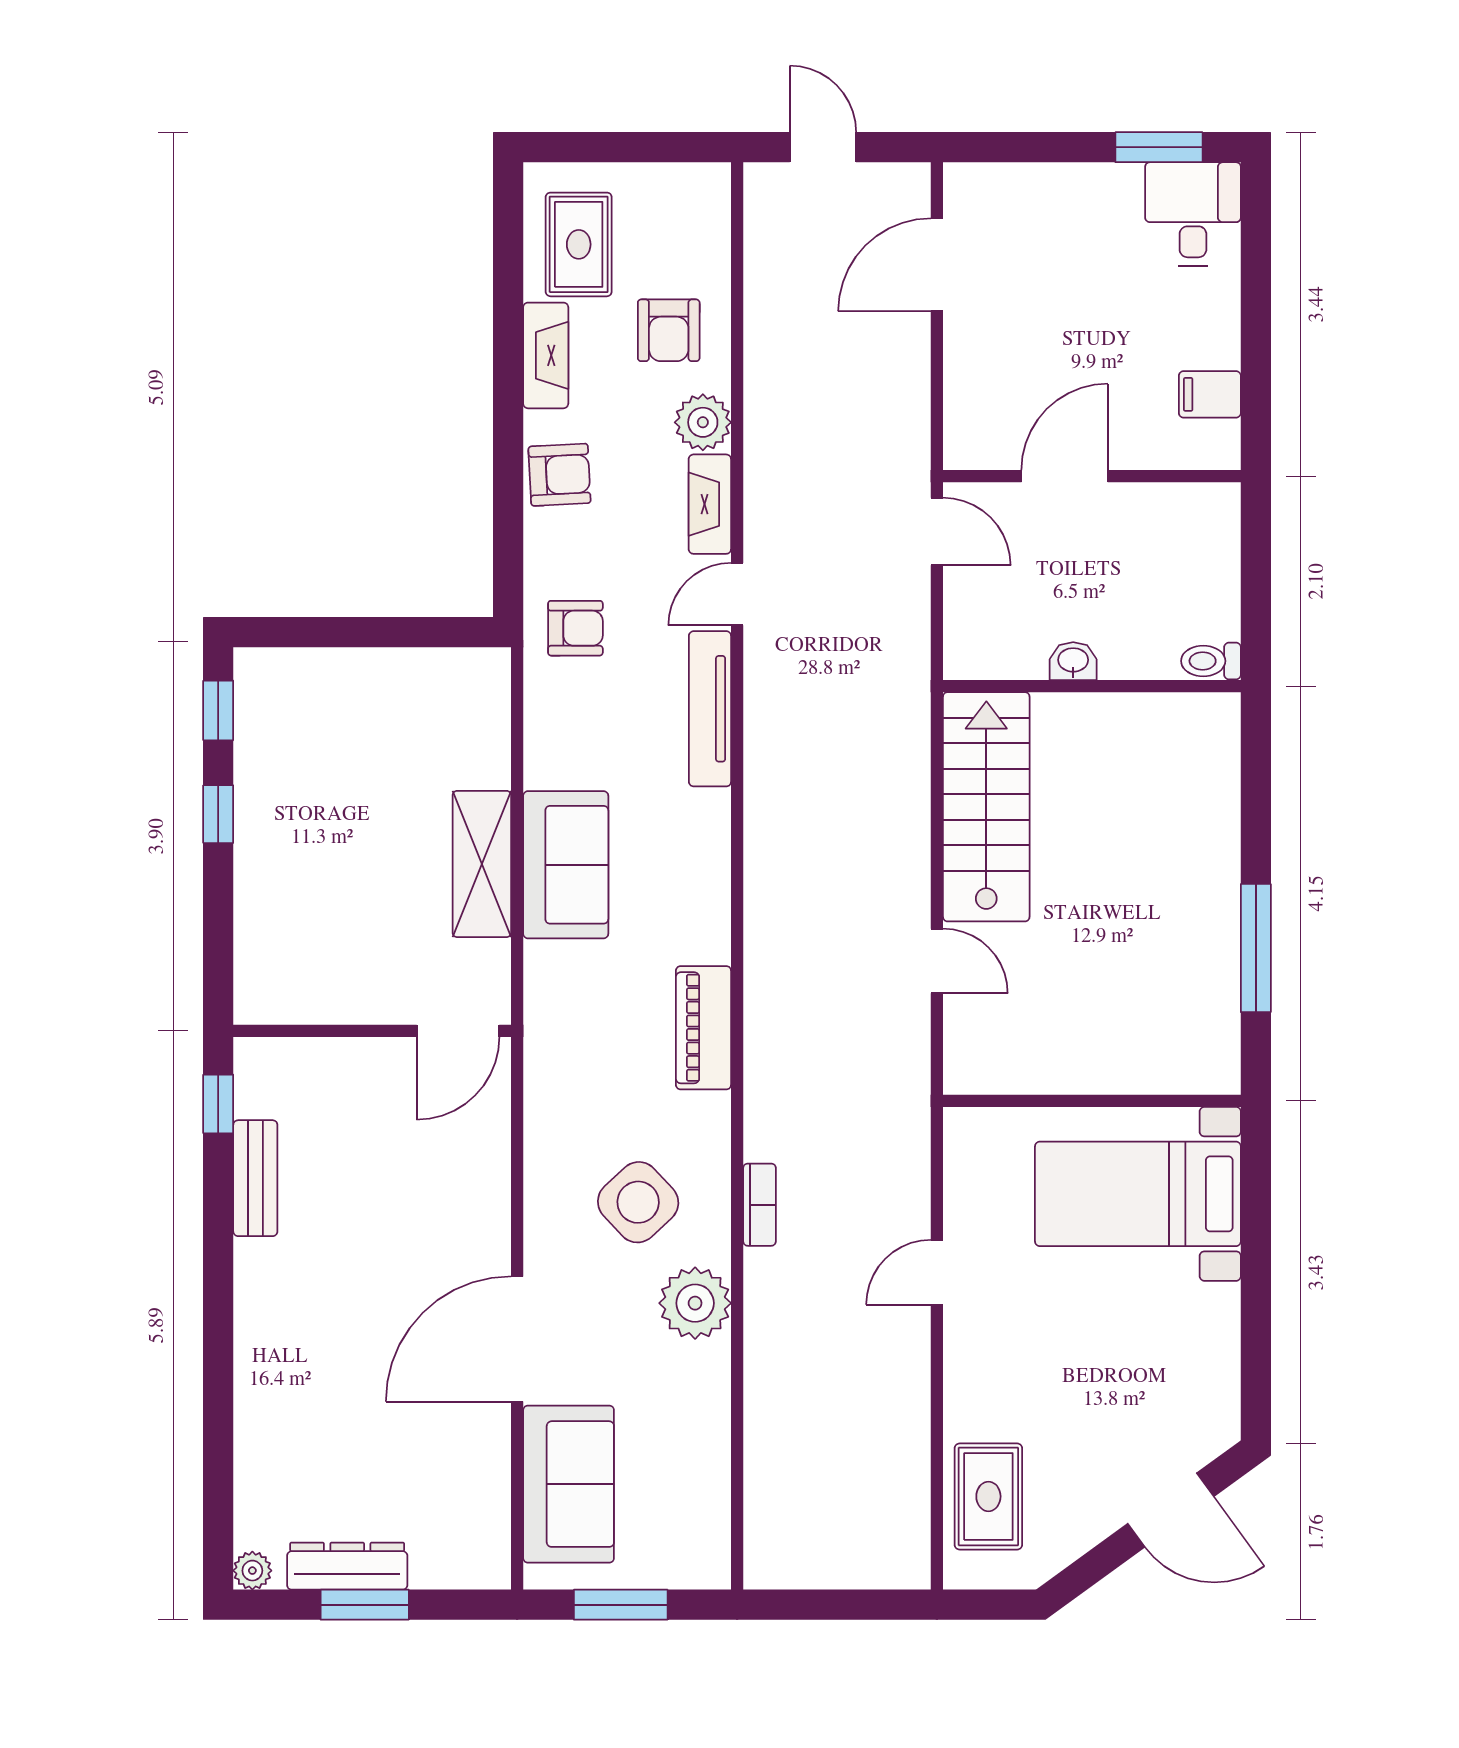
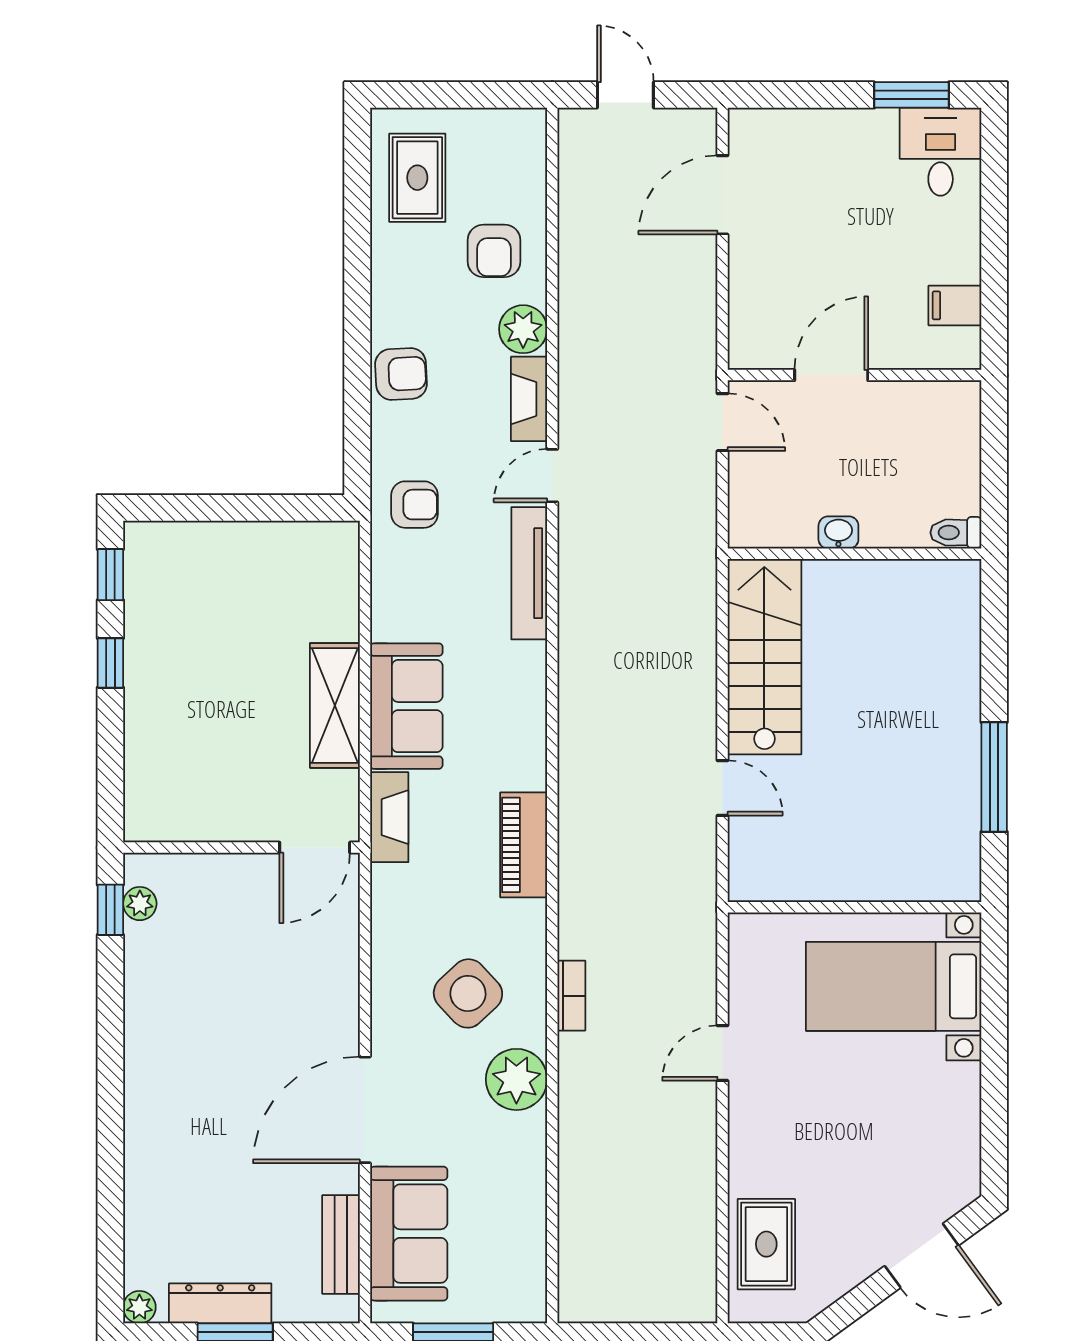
fireplace: (546, 355) -> (389, 817), moved
plant: (253, 1097) -> (140, 904), added
bench: (255, 1178) -> (341, 1245), moved

